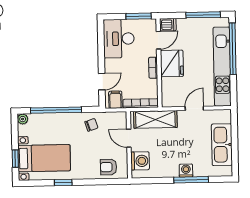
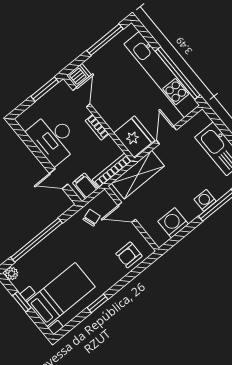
desk: (119, 39) -> (53, 138), moved
window: (233, 49) -> (178, 73), moved
fridge: (172, 63) -> (134, 137), moved
door: (102, 82) -> (59, 179), swing flipped
chair: (91, 125) -> (92, 218), moved
window: (15, 159) -> (22, 302), moved
washing machine: (140, 161) -> (173, 223), moved, turned -90

